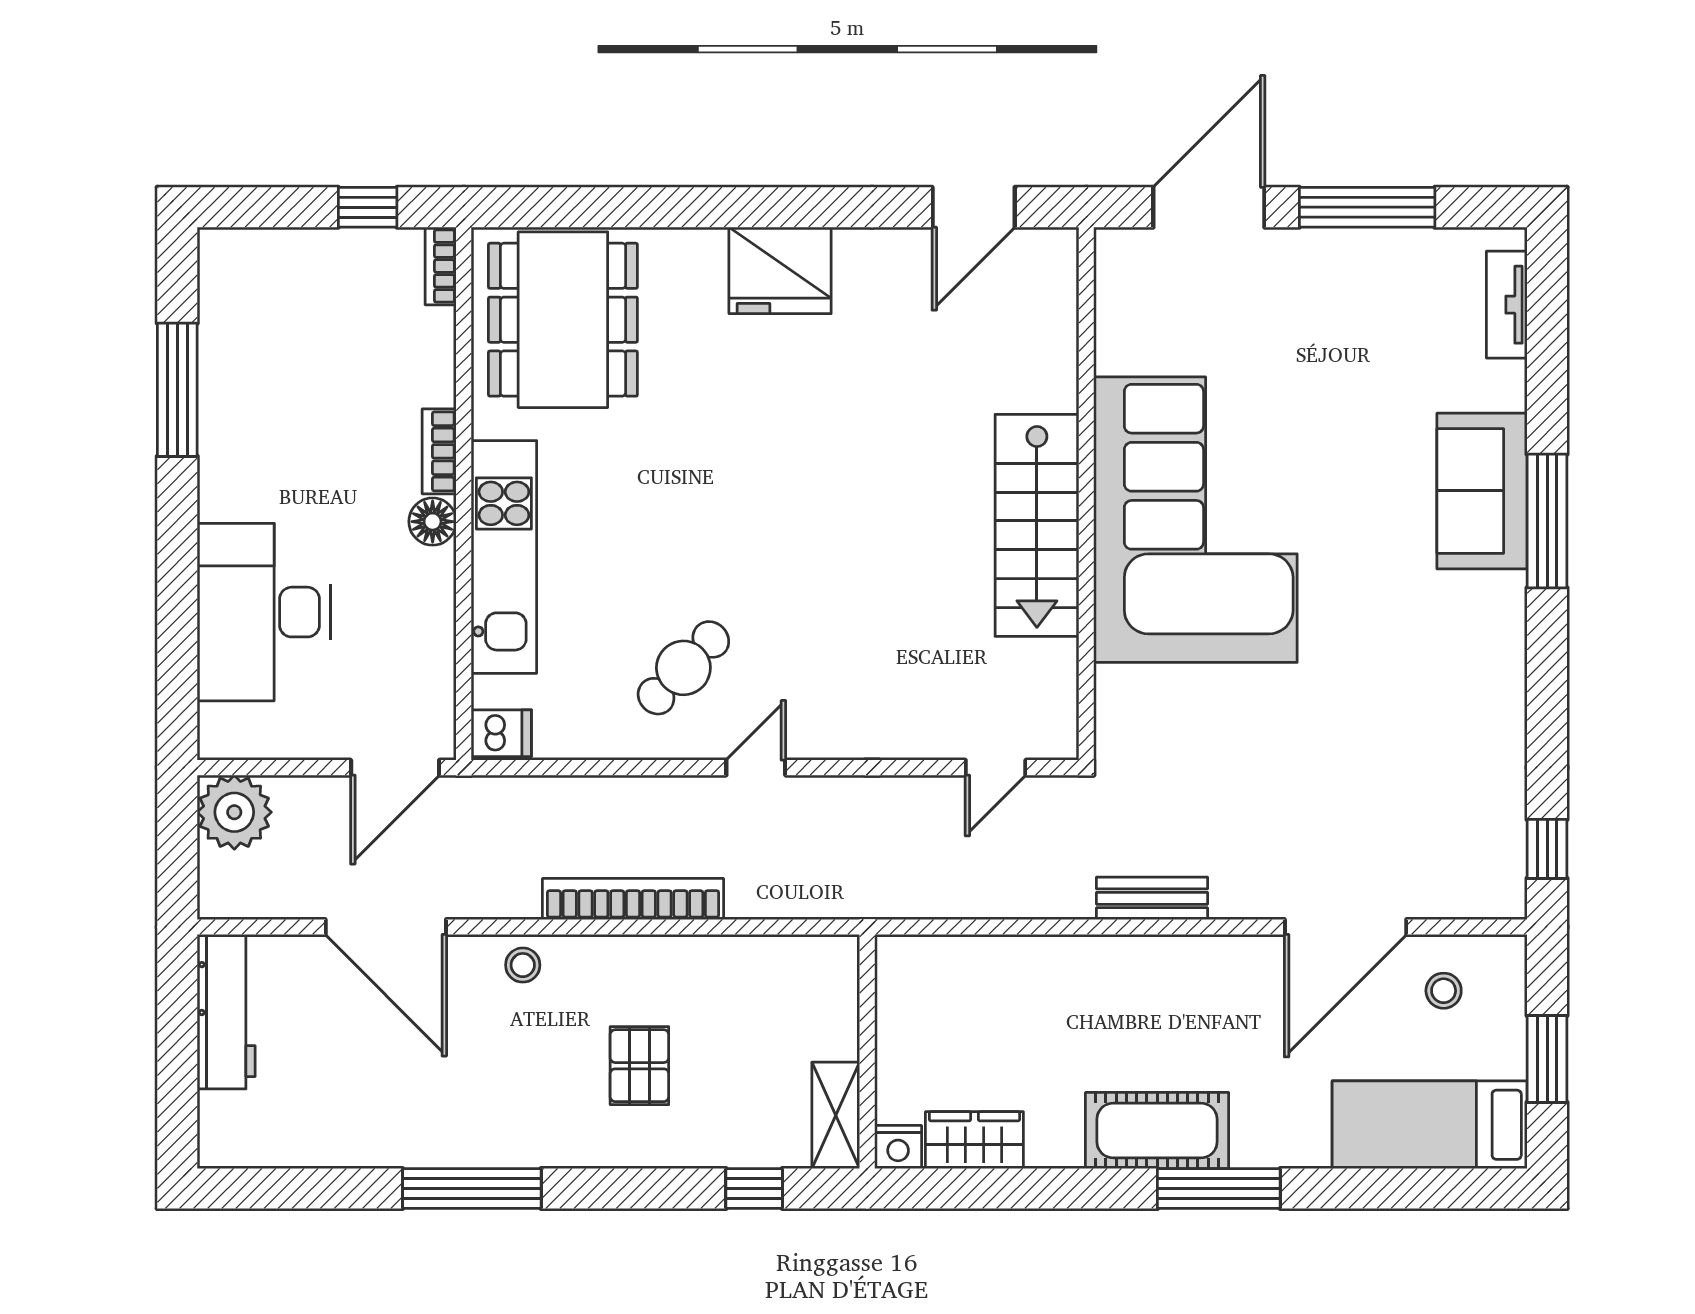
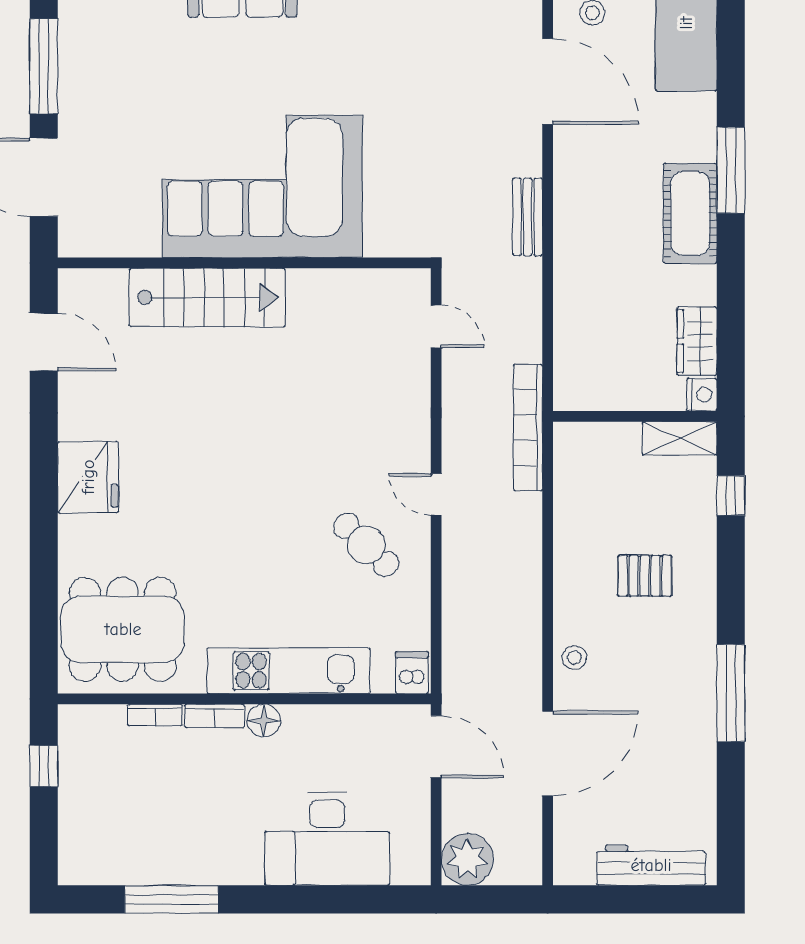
bookcase: (441, 266) -> (155, 715), moved
stairs: (1037, 525) -> (207, 298), moved
bookcase: (633, 899) -> (528, 428), moved
workbench: (226, 1012) -> (651, 865), moved

